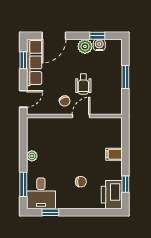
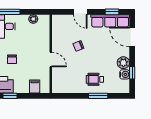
wheelchair: (83, 84) -> (95, 79), moved
wall: (74, 116) -> (51, 54), moved
door: (81, 116) -> (51, 59), moved

